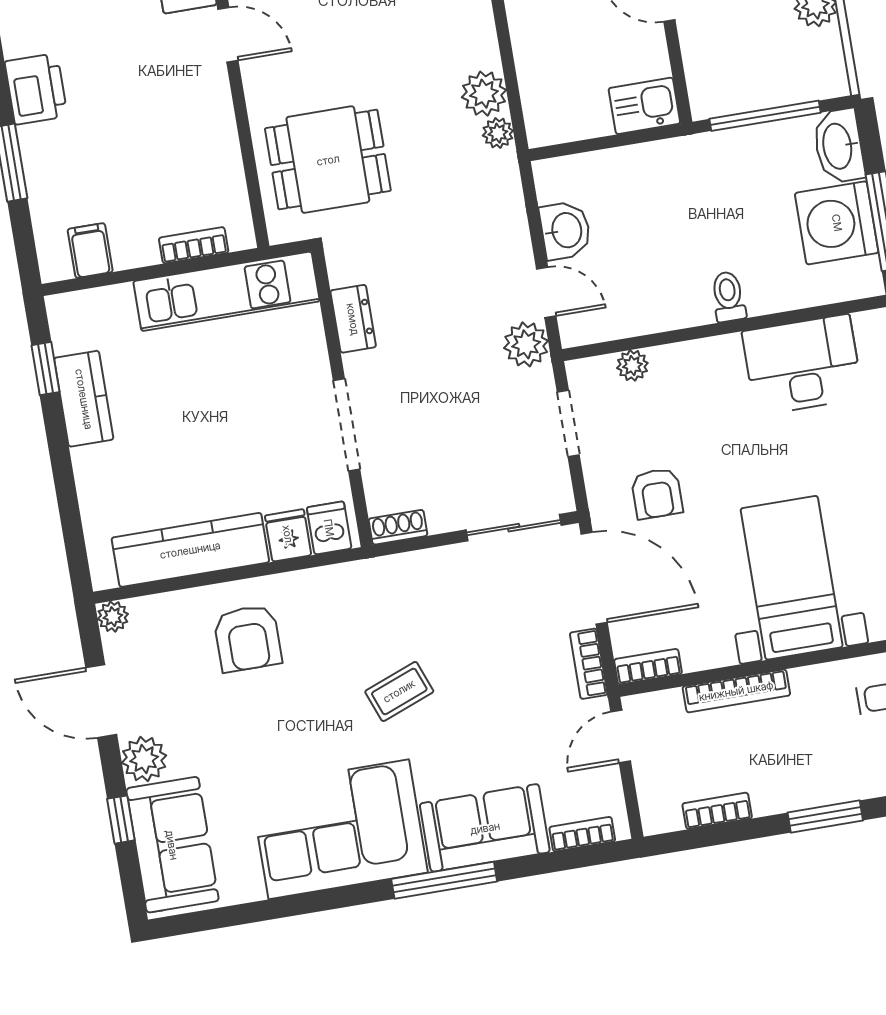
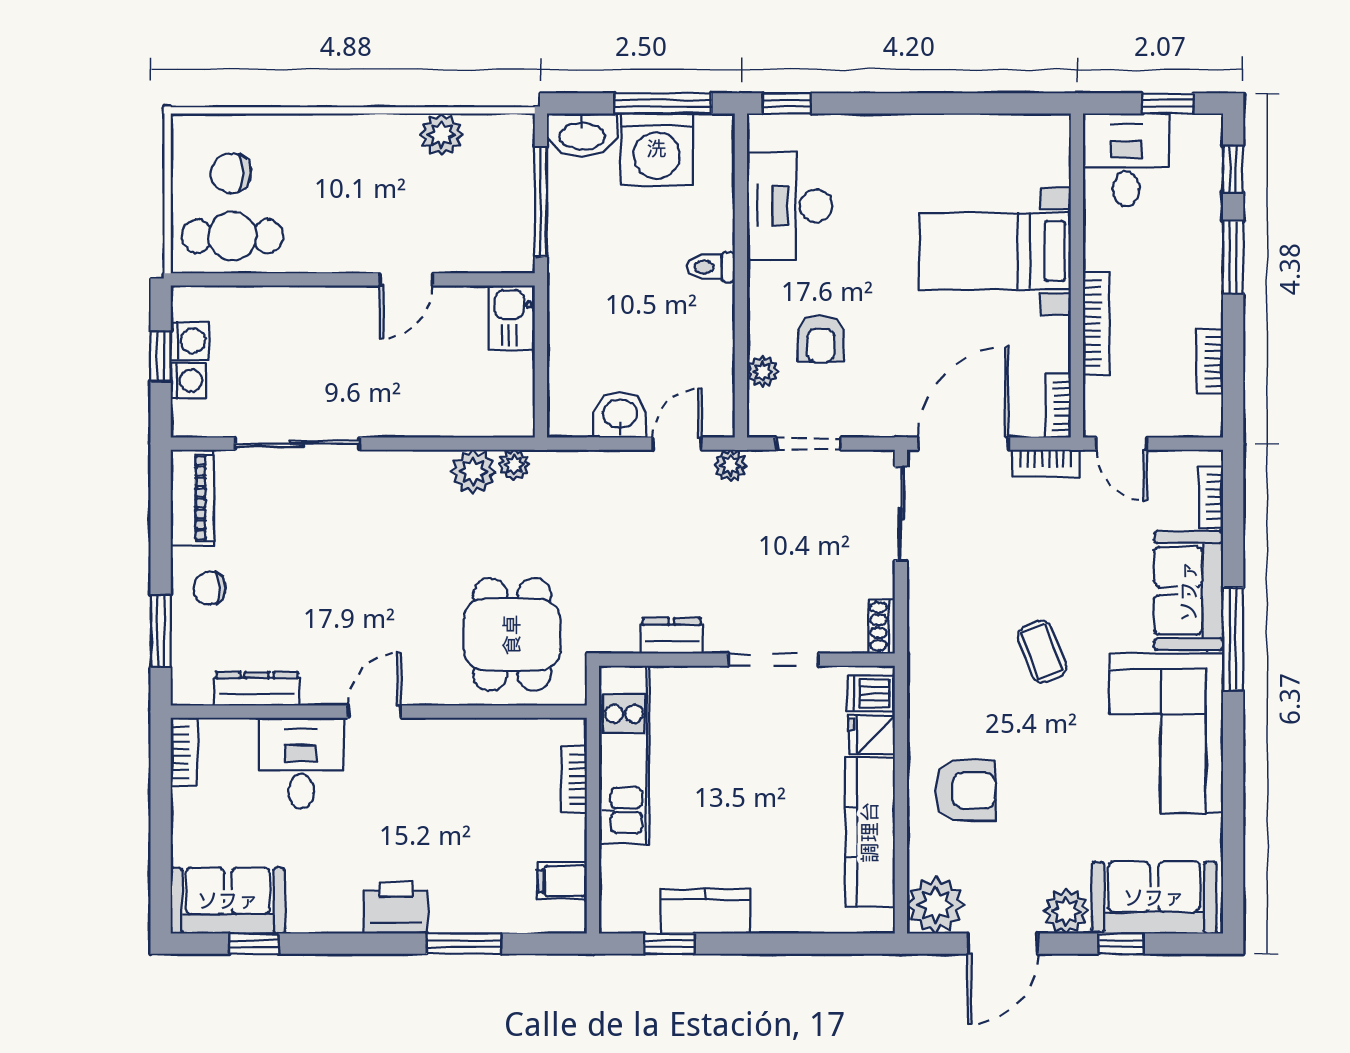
plant: (526, 344) -> (731, 466), width x0.73, depth x0.73
armchair: (657, 493) -> (821, 339), moved, turned 90
plant: (113, 617) -> (936, 905), width x1.88, depth x1.88

